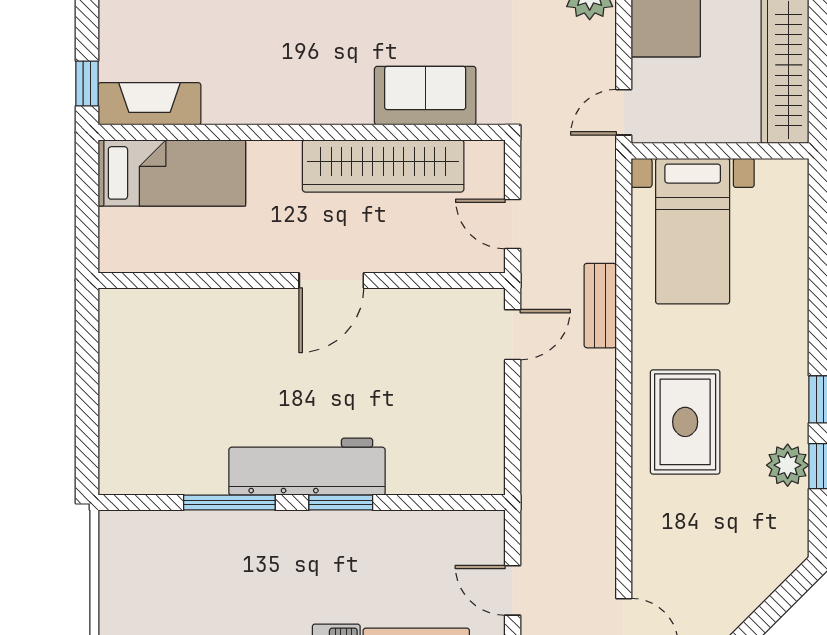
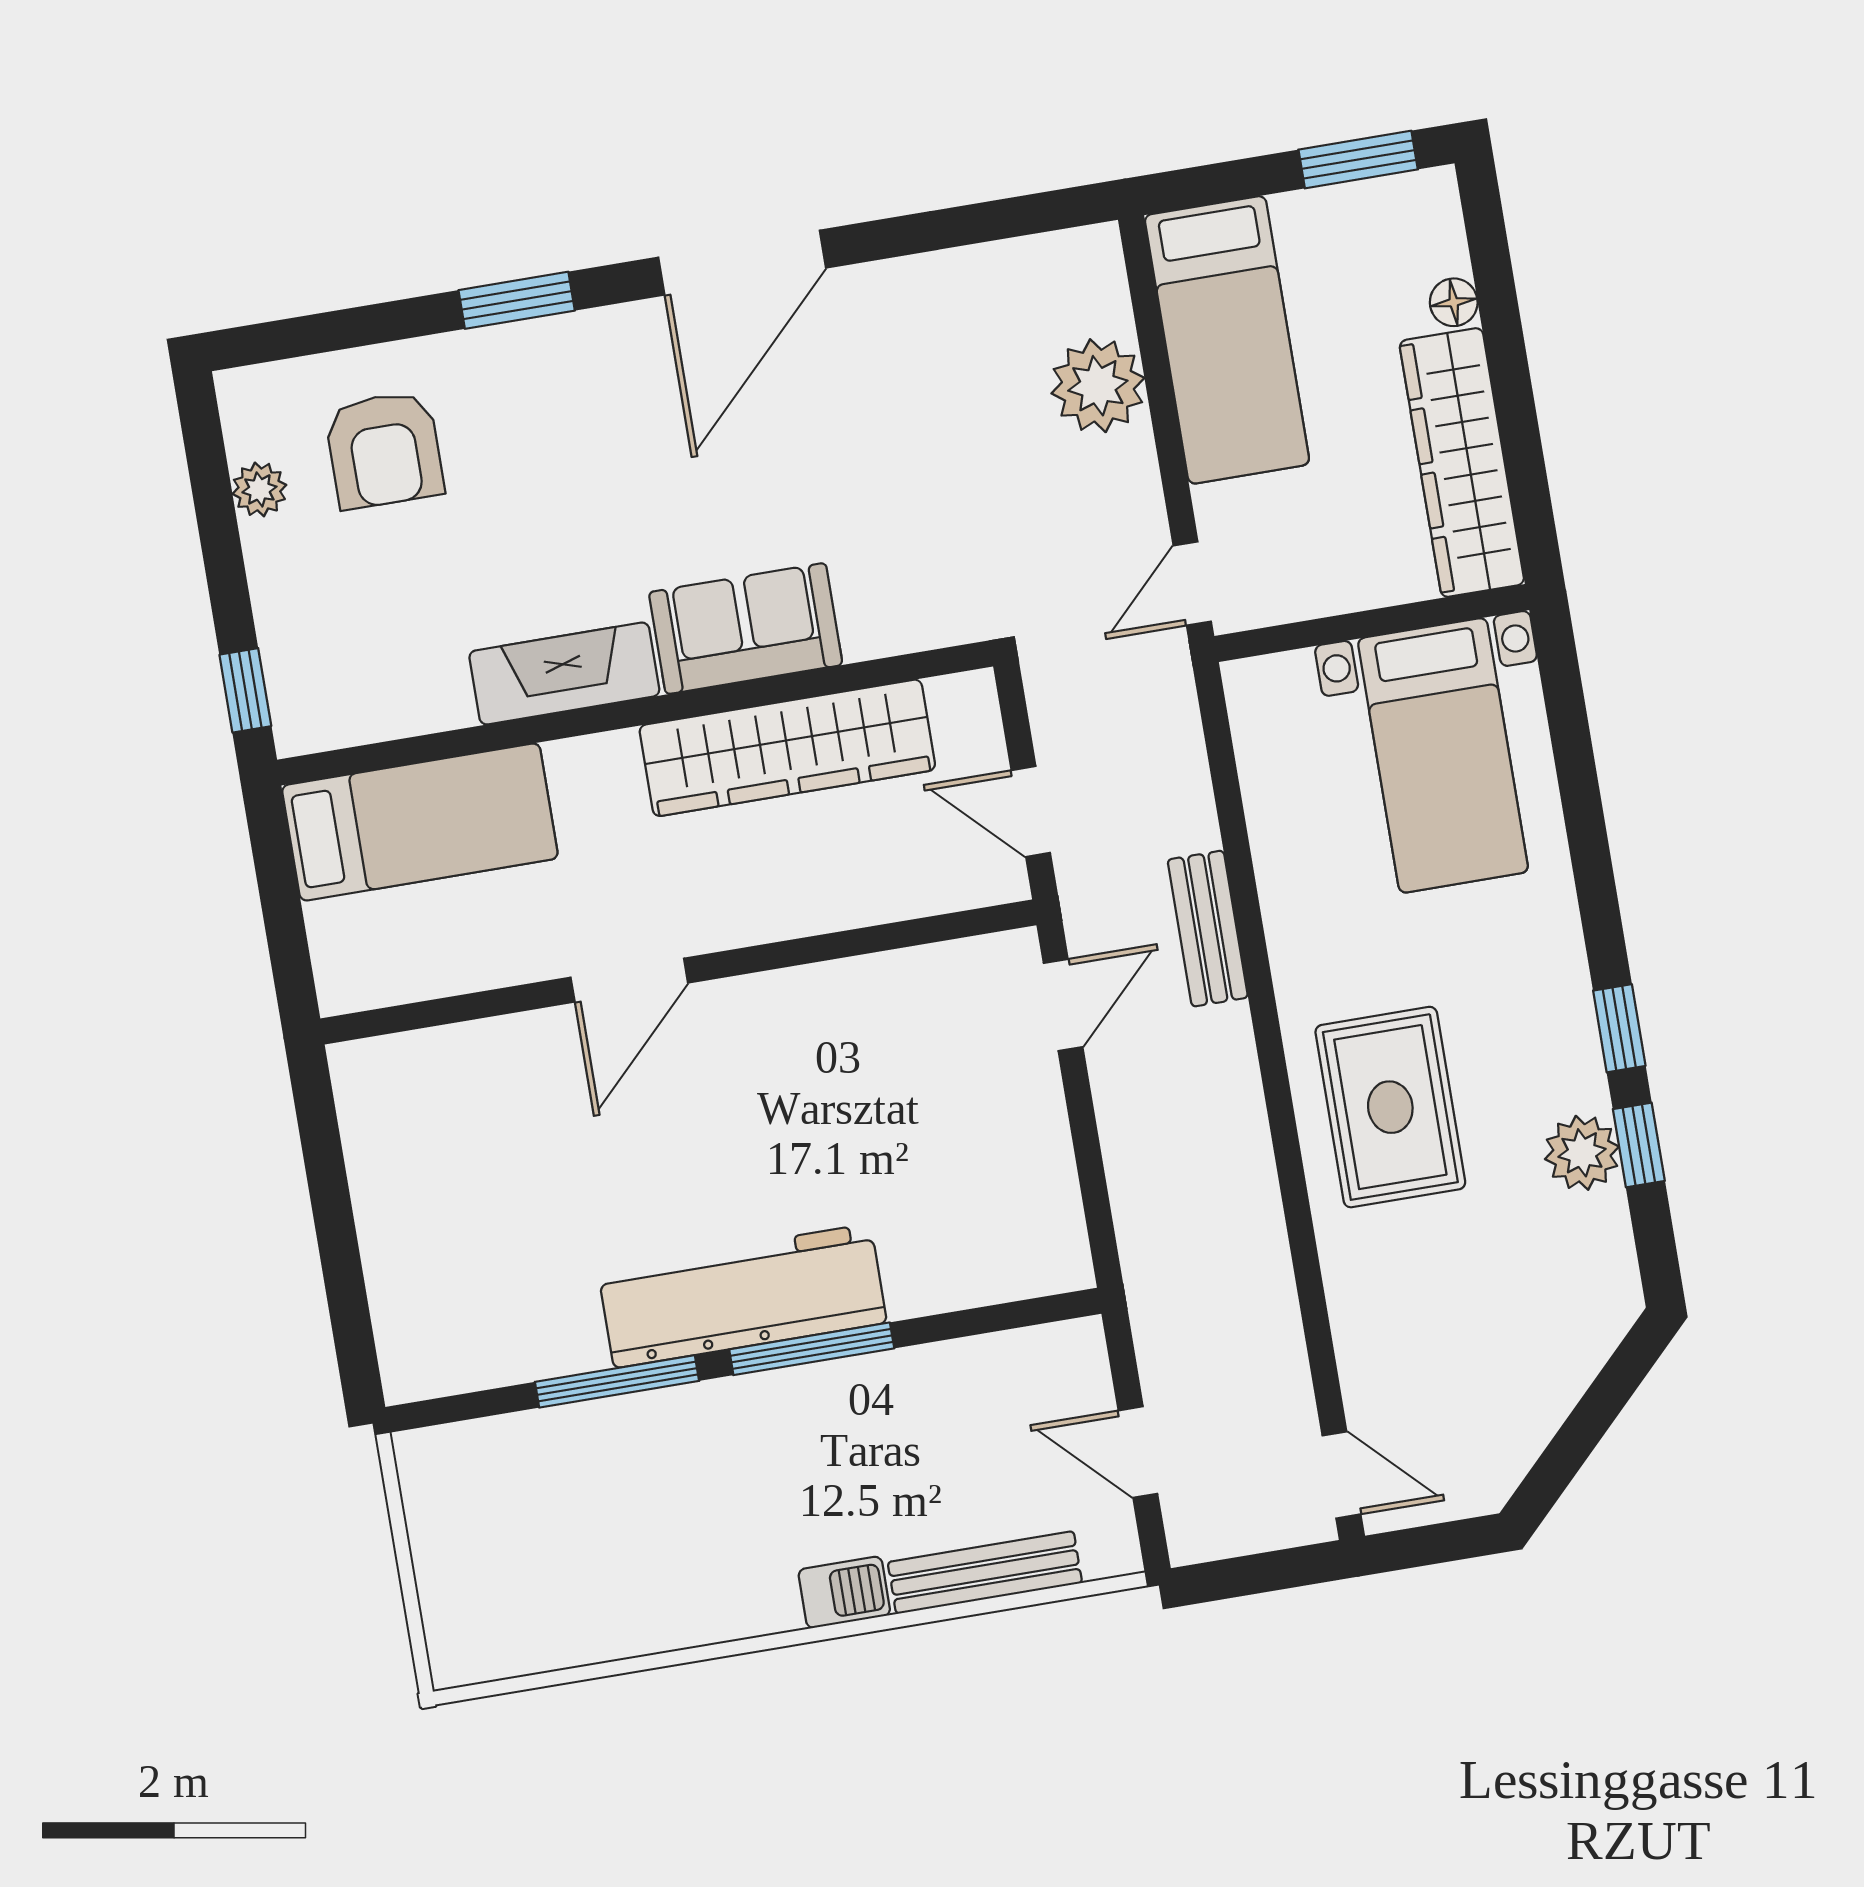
sofa: (425, 96) -> (746, 629), moved
fireplace: (149, 104) -> (564, 674), moved
bed with nightstands: (693, 231) -> (1443, 755), moved
door: (331, 280) -> (629, 980), moved
window: (341, 503) -> (812, 1349), width x1.44

